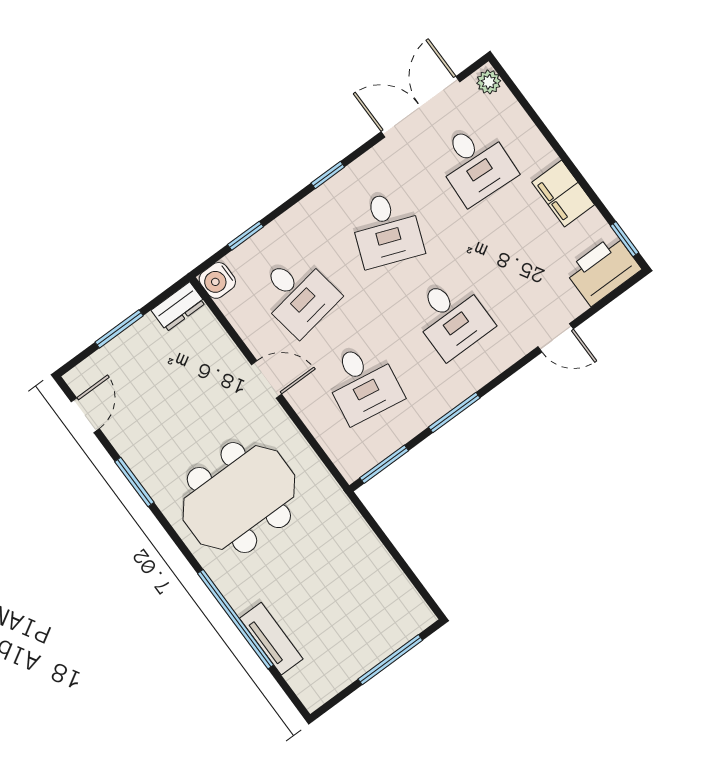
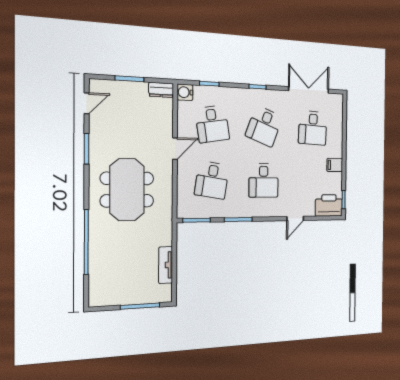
plant: (489, 82) -> (338, 102), removed
filing cabinet: (563, 193) -> (335, 165), width x0.50
door: (556, 338) -> (295, 219), hinge flipped
door: (266, 379) -> (175, 149), hinge flipped
meeting table: (239, 498) -> (127, 190), turned 90
tv unit: (271, 639) -> (166, 265), moved, turned 180

